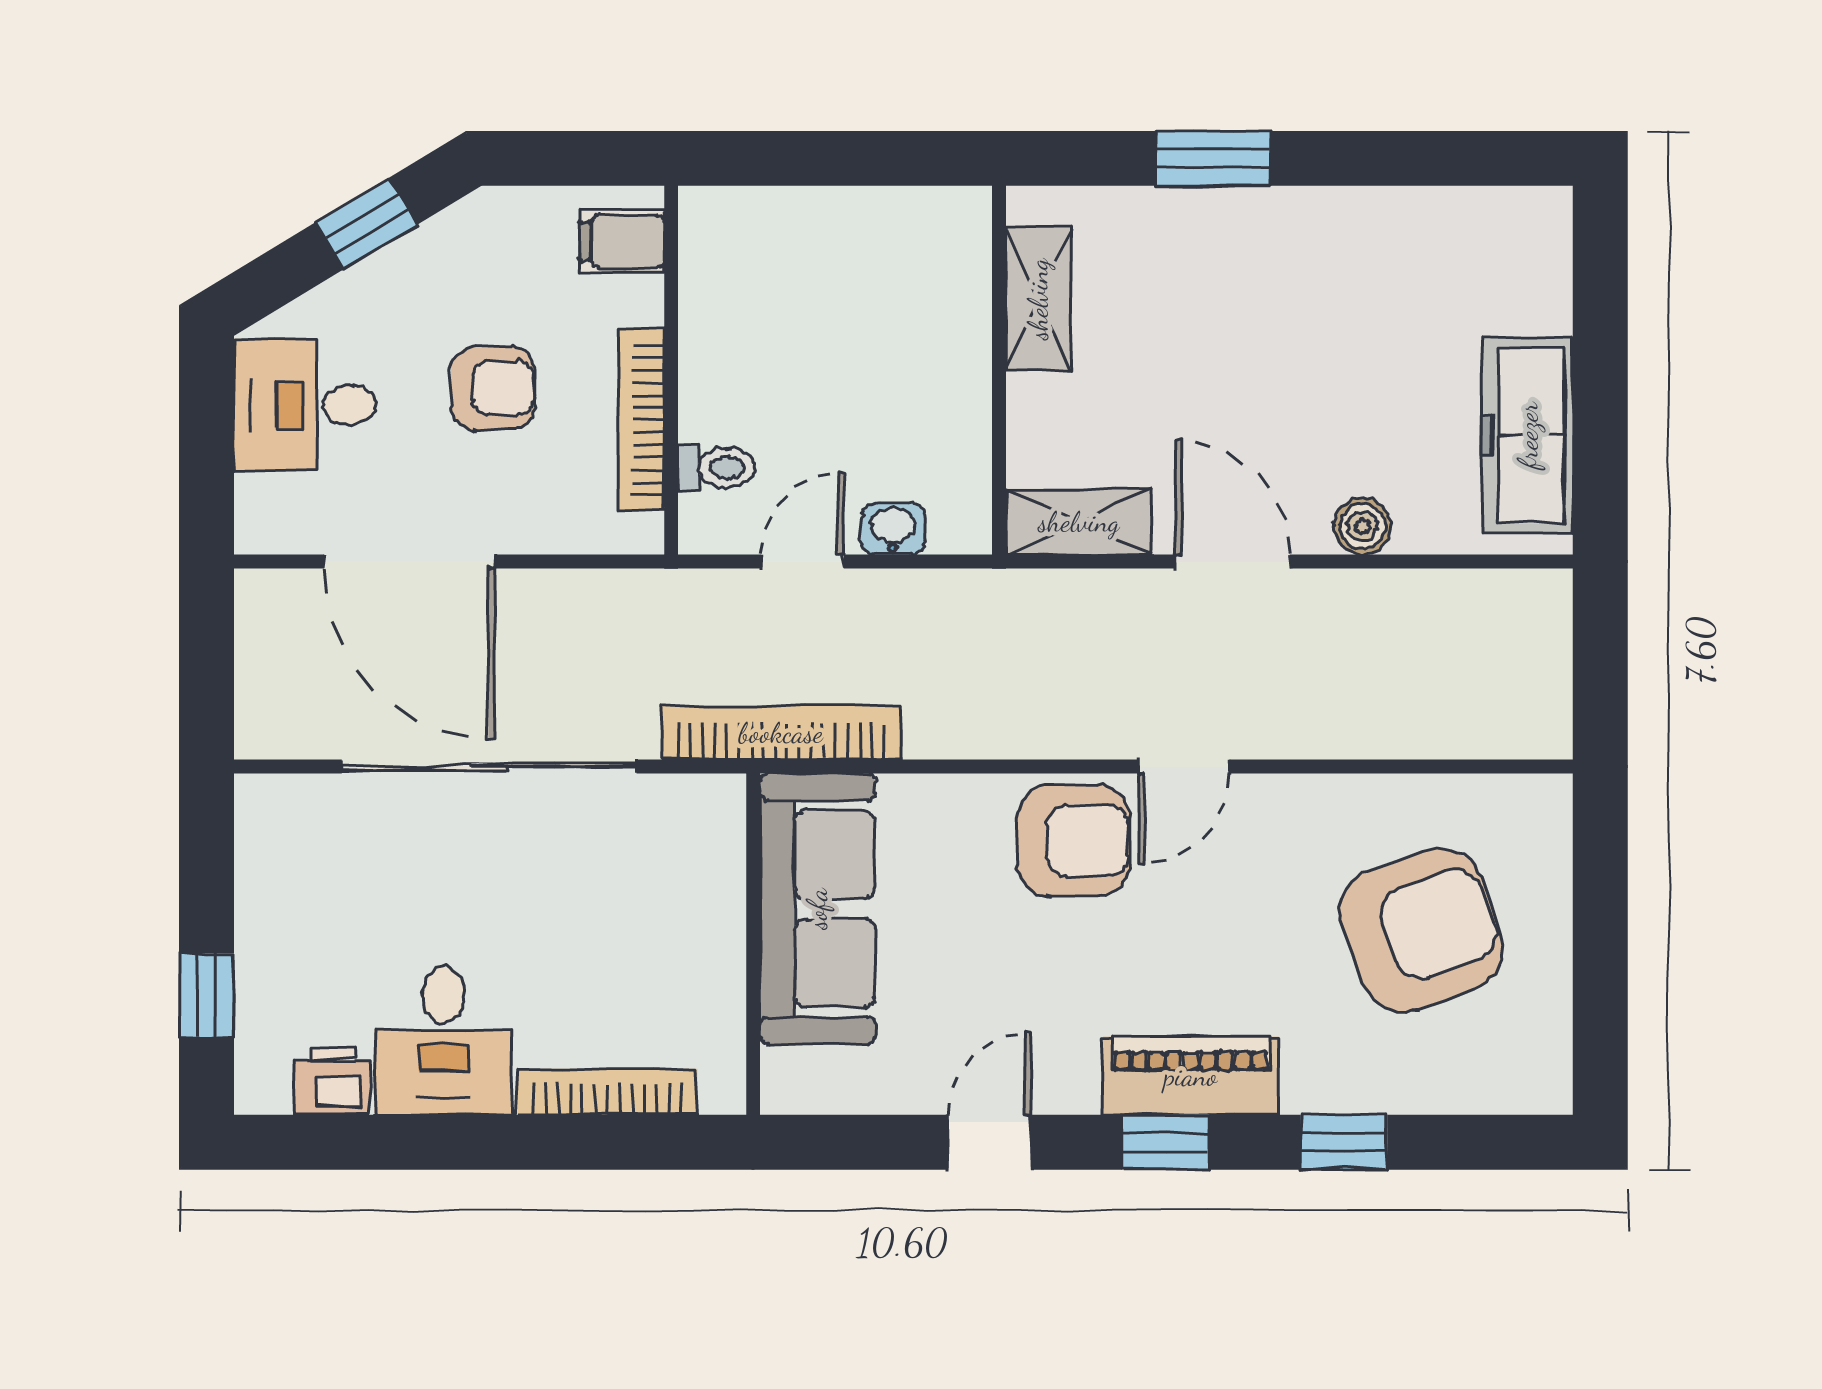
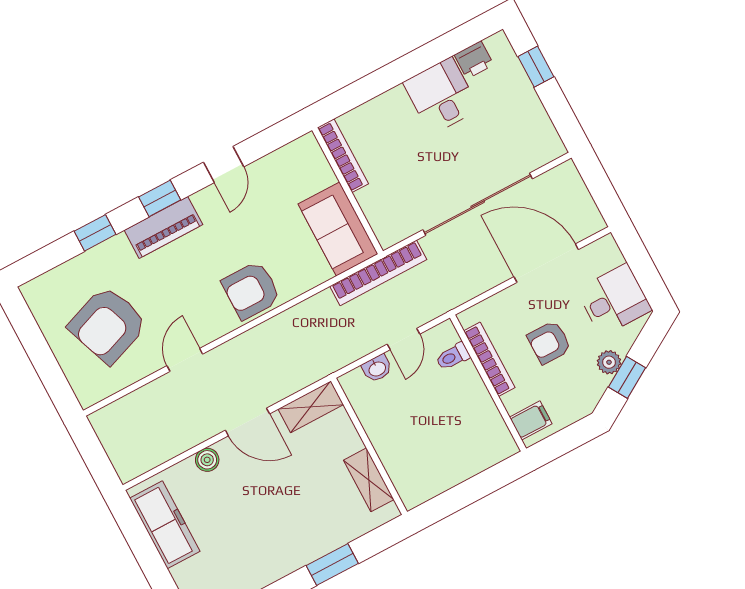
plant: (387, 277) -> (609, 362), added
door: (1184, 767) -> (185, 360), moved
sofa: (817, 909) -> (338, 229), width x0.73
bookcase: (607, 1092) -> (343, 156), moved, turned -90

